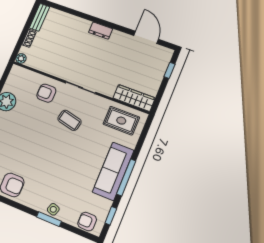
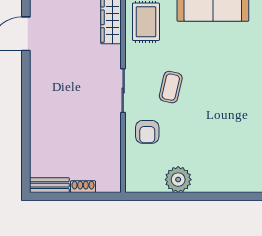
dresser: (101, 31) -> (38, 96), removed
plant: (21, 58) -> (114, 185), removed

